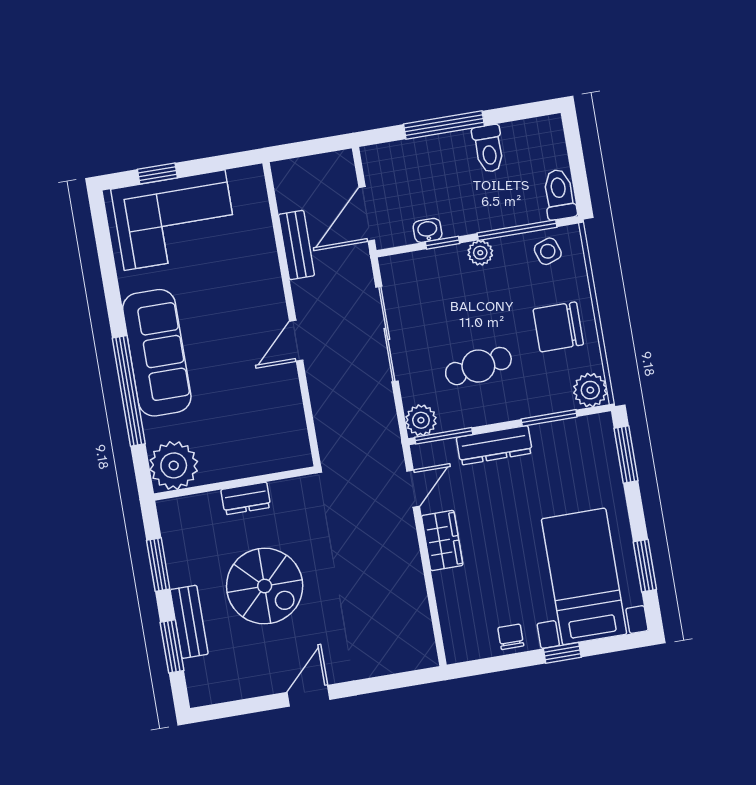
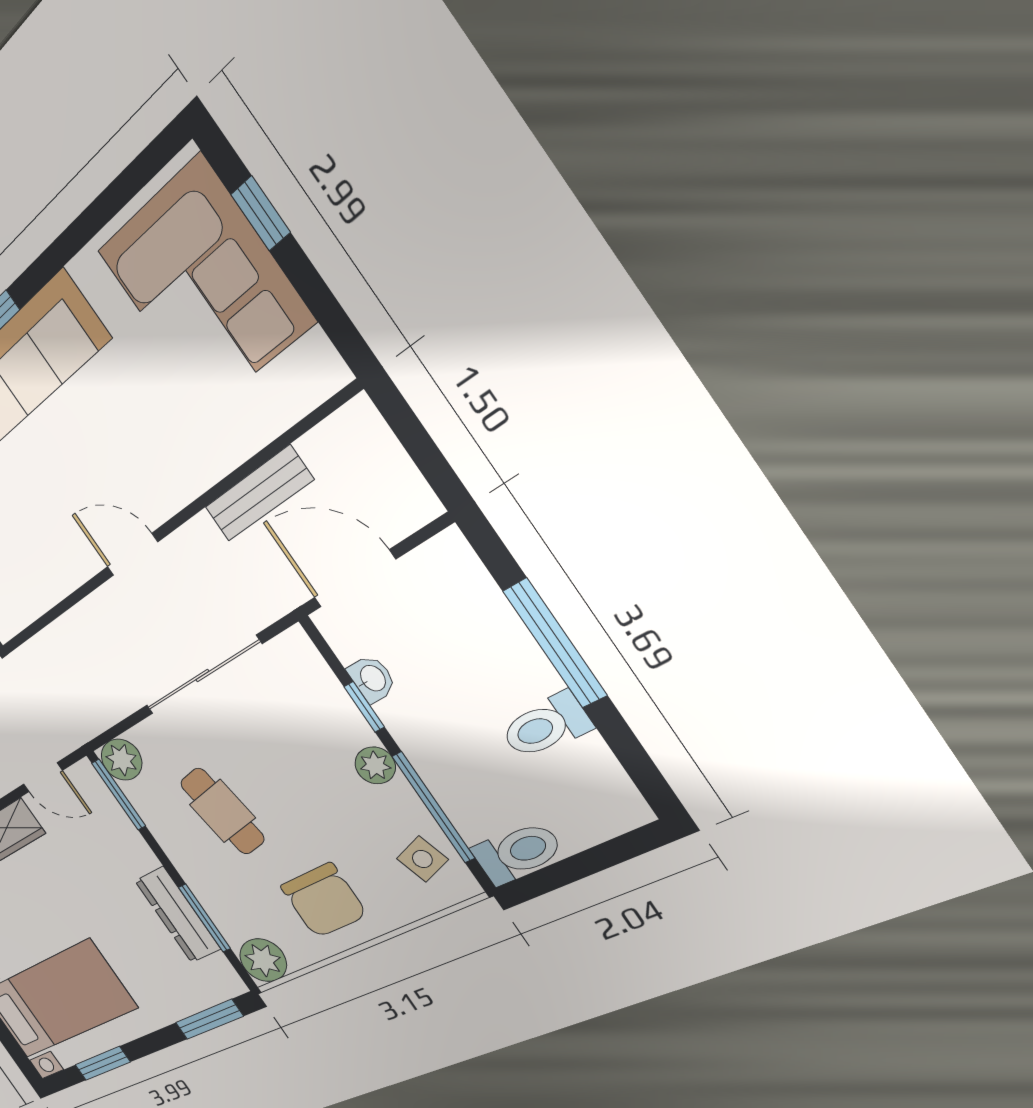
chair: (558, 327) -> (323, 900), turned 180
dresser: (494, 445) -> (178, 915), moved

